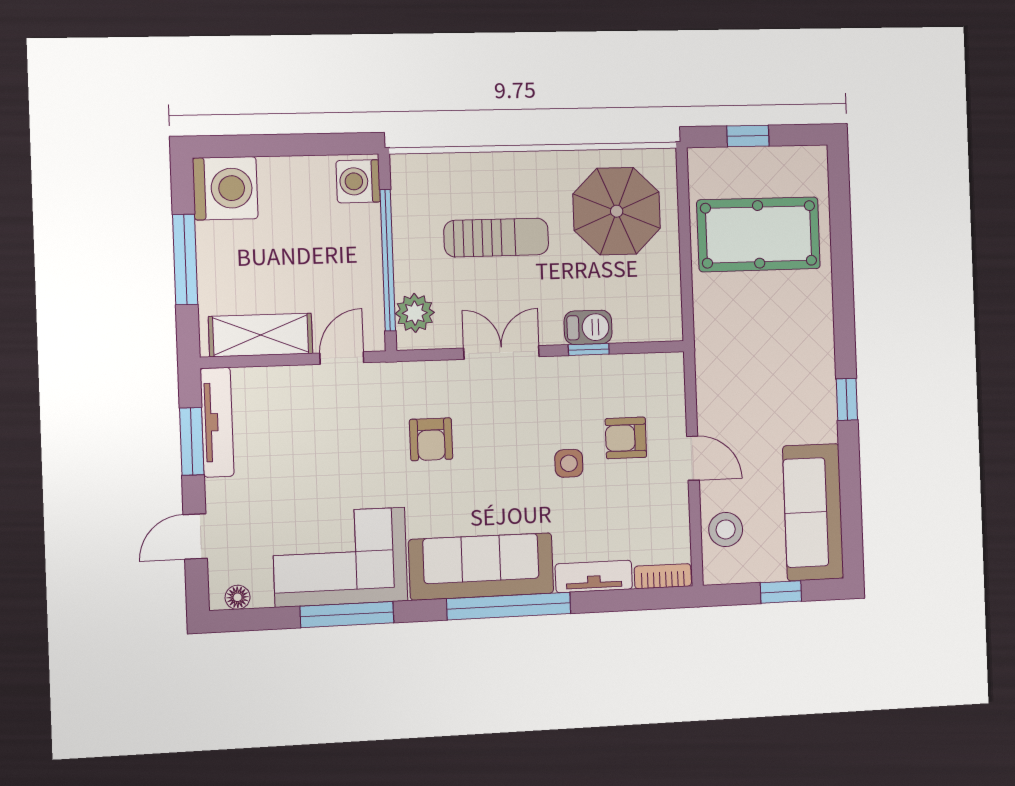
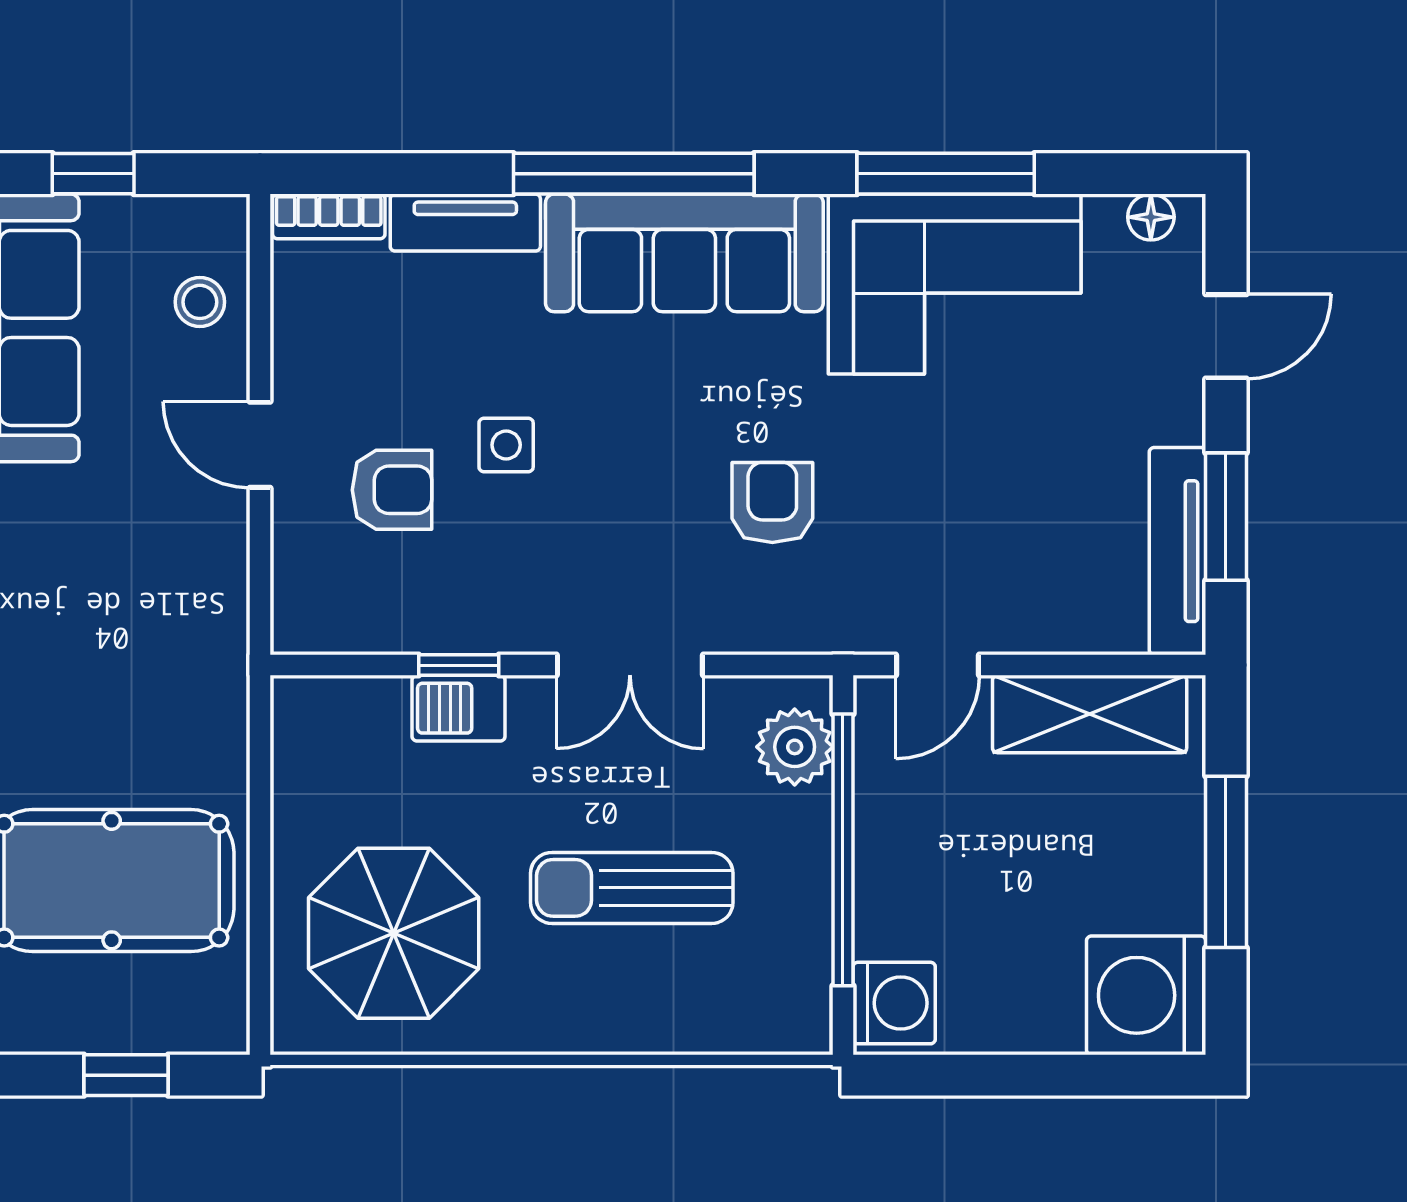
stool: (726, 529) -> (200, 302), width x0.73, depth x0.73

